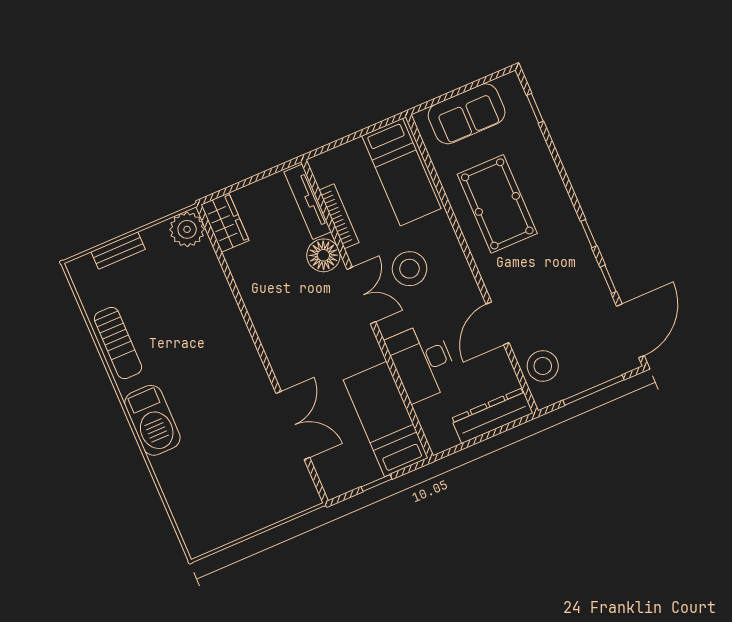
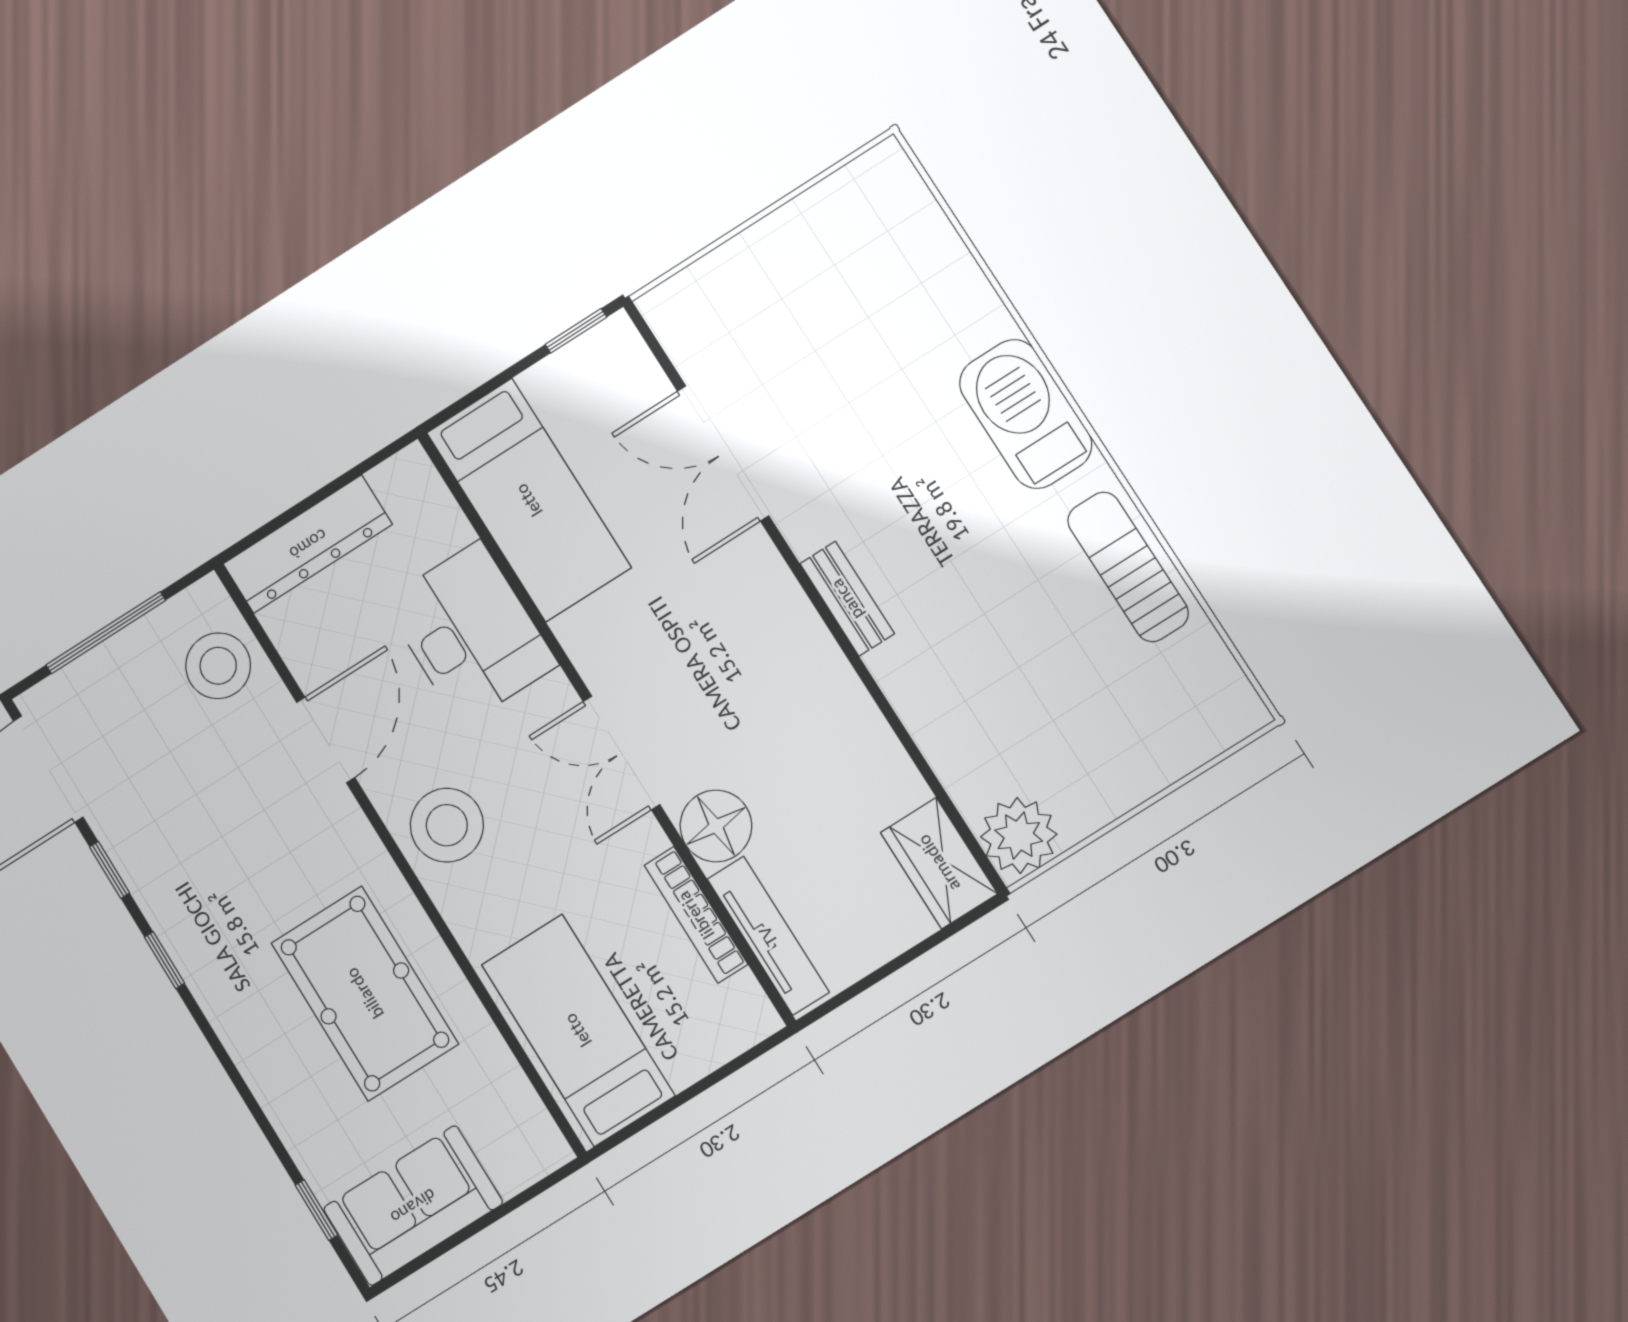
sofa: (467, 114) -> (413, 1206), moved
bench: (118, 251) -> (847, 599), moved, turned 90
stool: (410, 269) -> (447, 825), moved
window: (377, 483) -> (576, 331), moved

